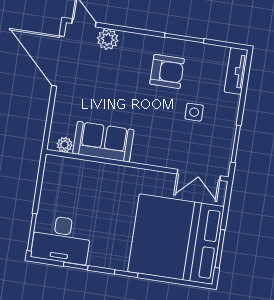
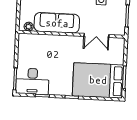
sofa: (103, 142) -> (57, 23), width x1.36
double door: (199, 175) -> (96, 35), moved
bed: (176, 239) -> (98, 80), width x0.73

